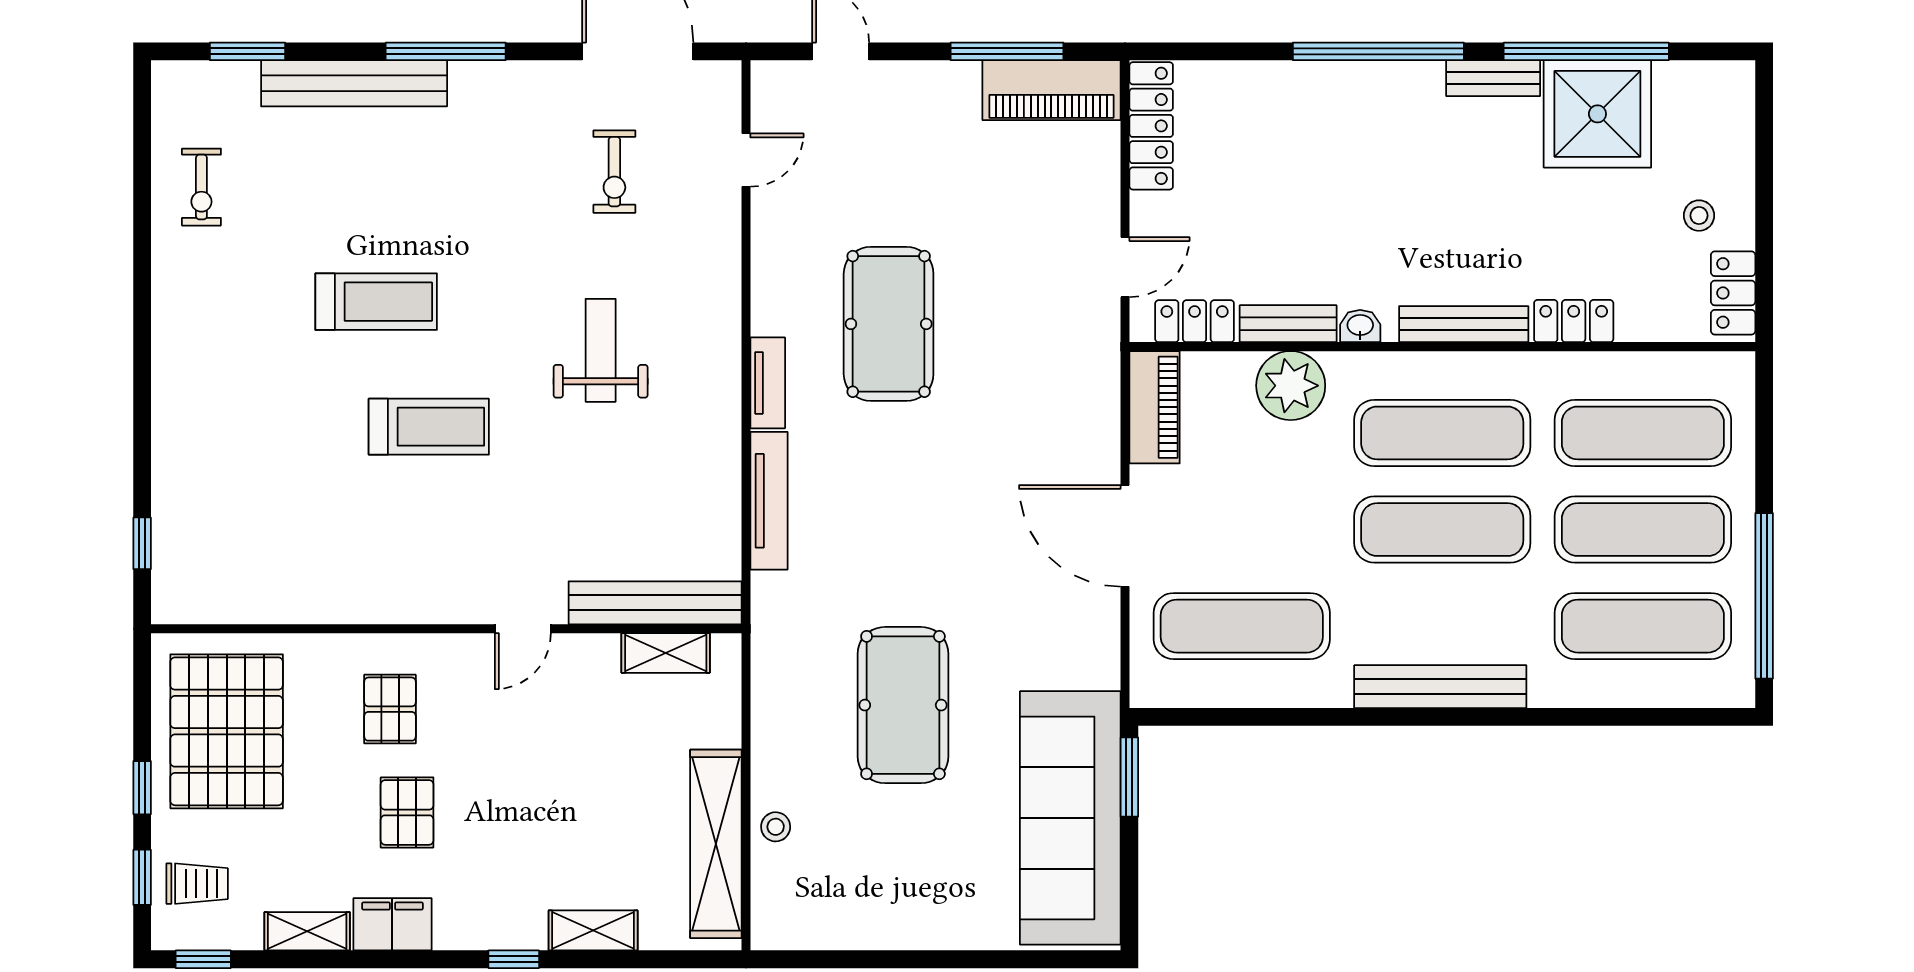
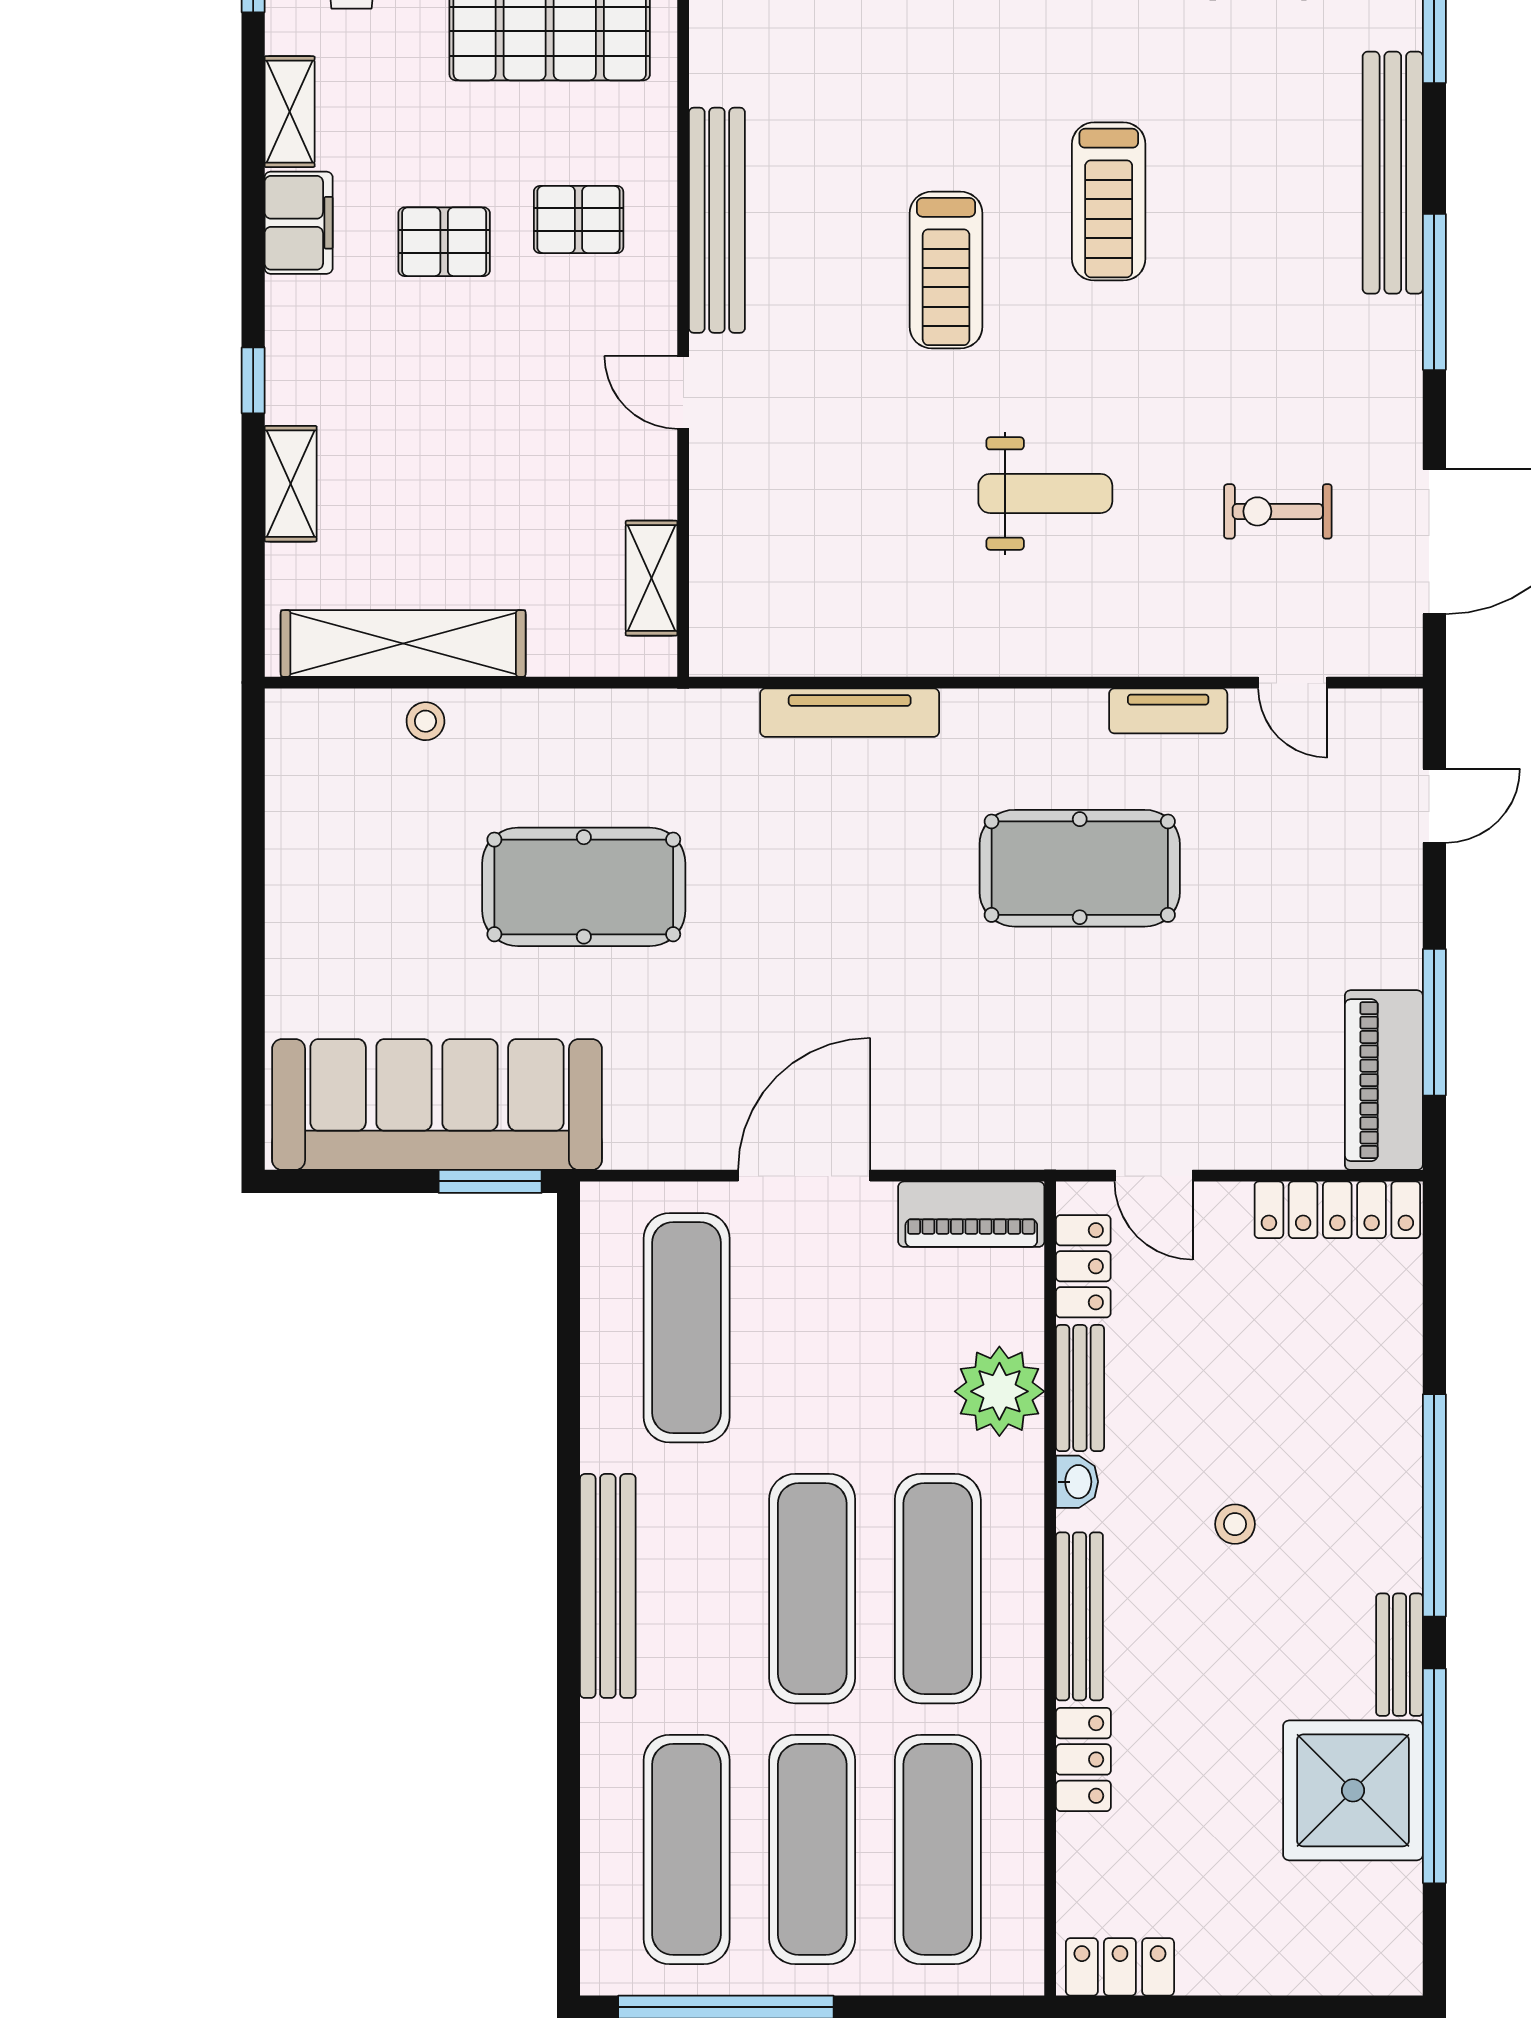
stool: (1699, 216) -> (1235, 1524), moved
tv unit: (768, 383) -> (1168, 711), moved
bench: (655, 603) -> (717, 220), moved

